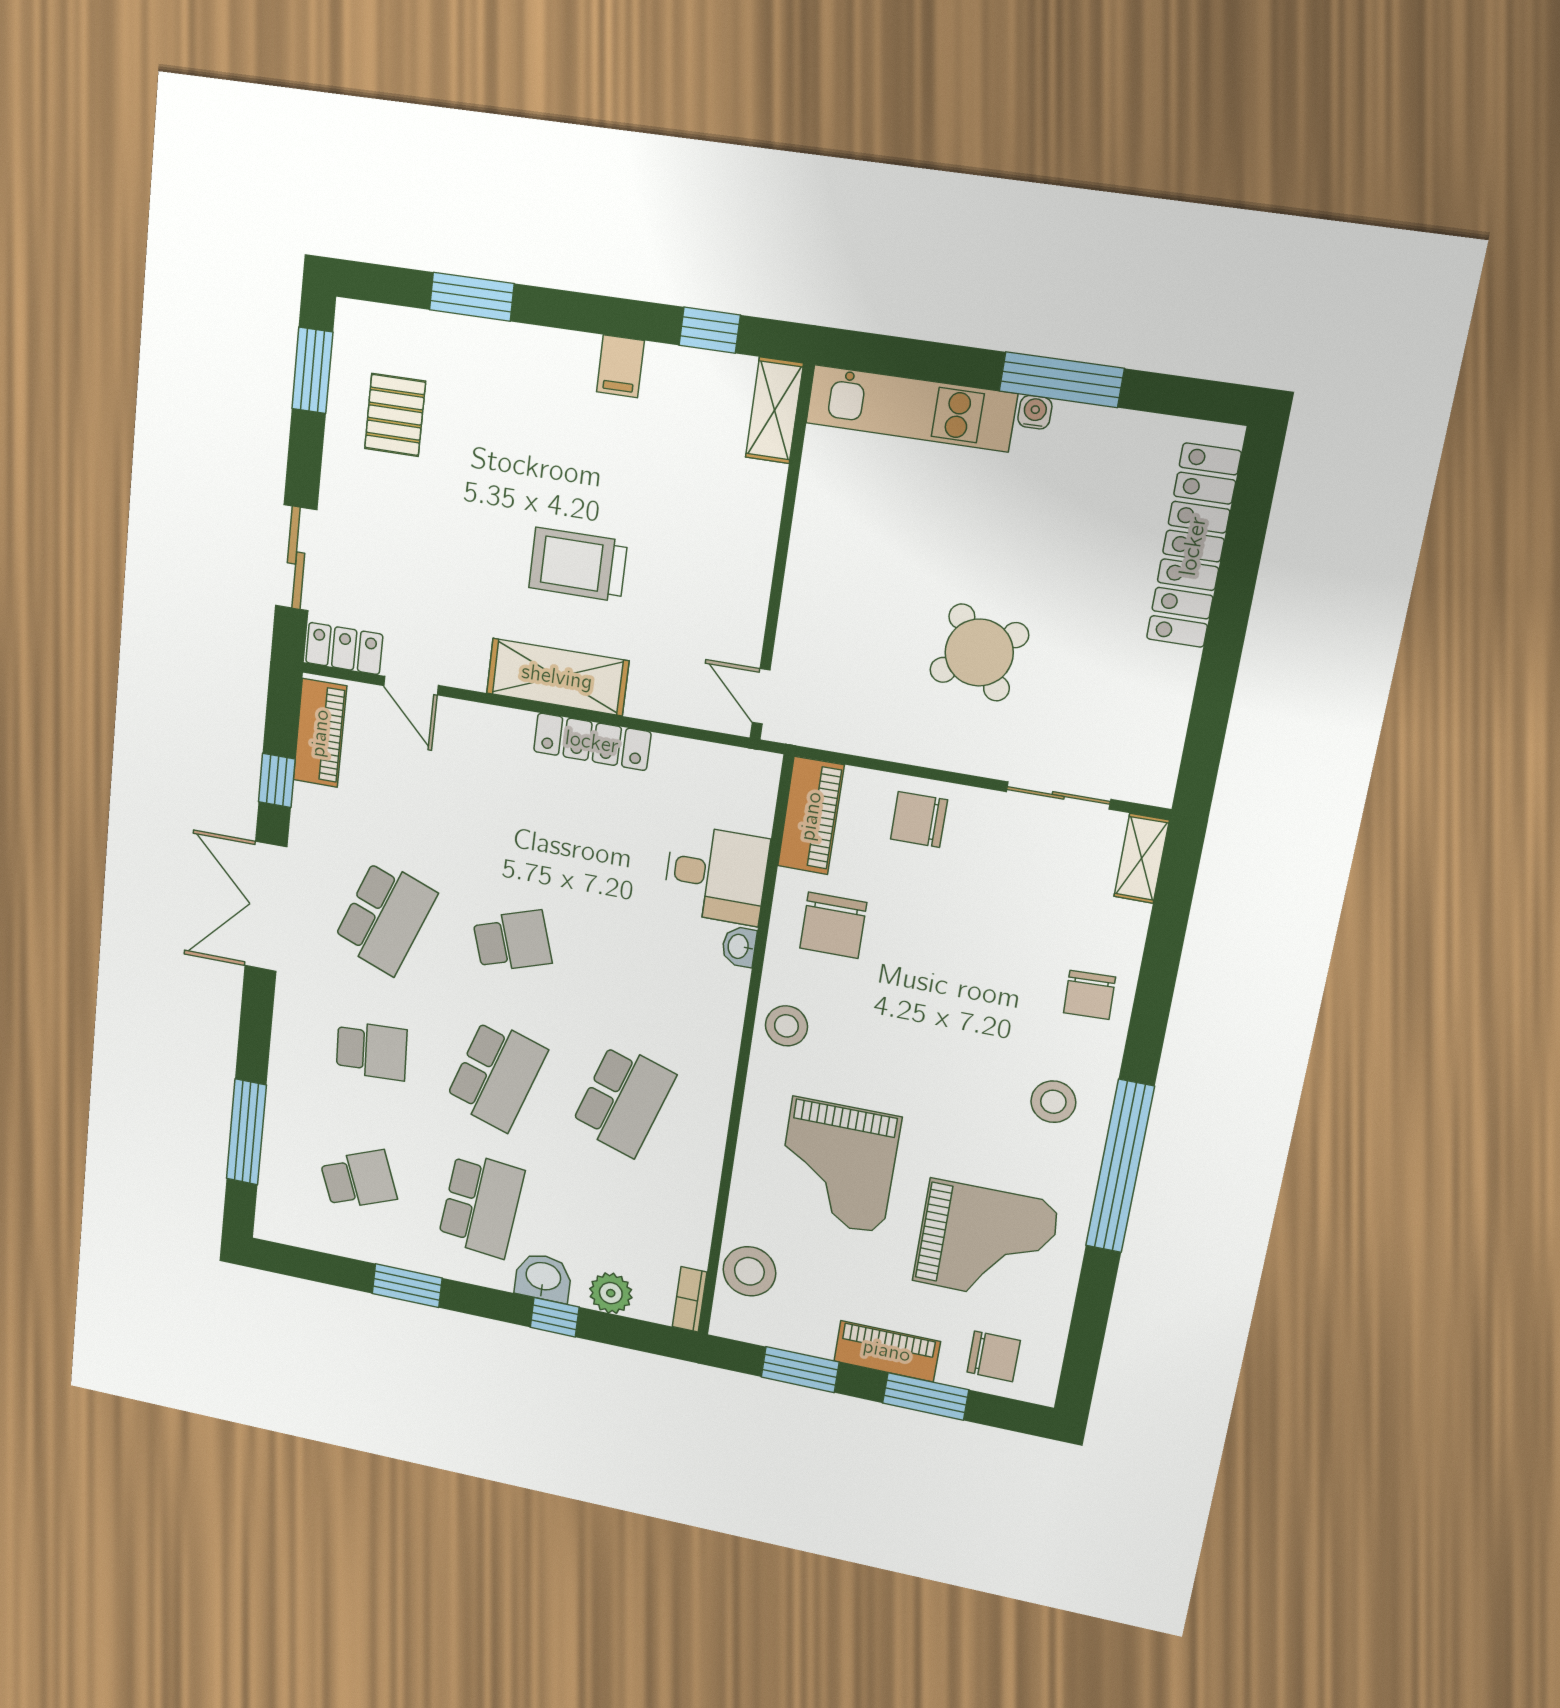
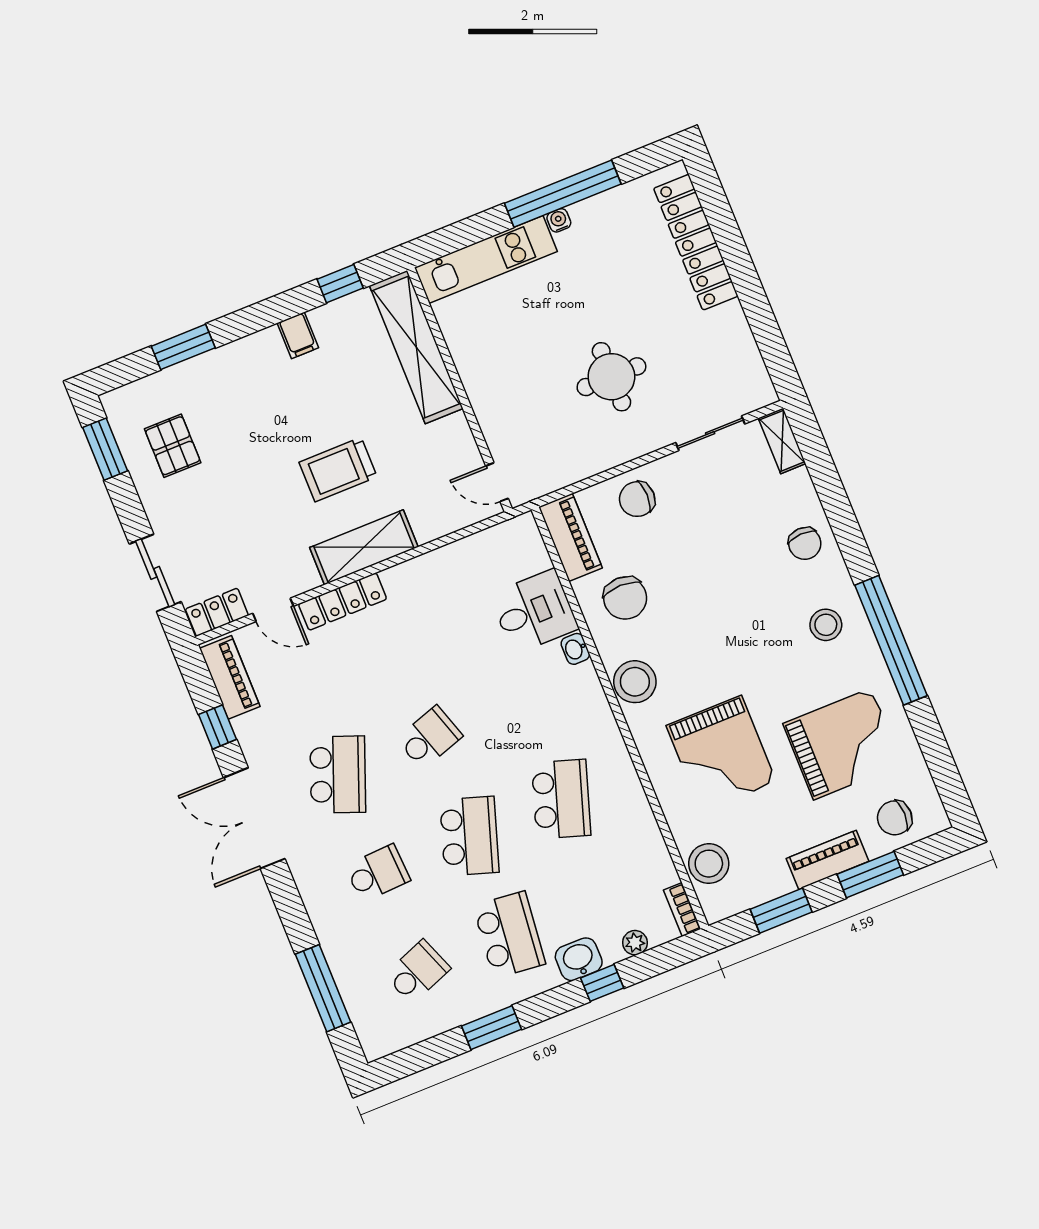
window: (1062, 380) -> (563, 194), width x1.46
shelving: (774, 410) -> (416, 347), width x2.20, depth x1.33
round table: (979, 653) -> (611, 377), turned 35
locker: (592, 742) -> (343, 602), moved
stool: (786, 1026) -> (635, 682), width x1.38, depth x1.38
plant: (611, 1293) -> (635, 943), width x0.73, depth x0.73
chair: (994, 1356) -> (895, 818), turned 180

